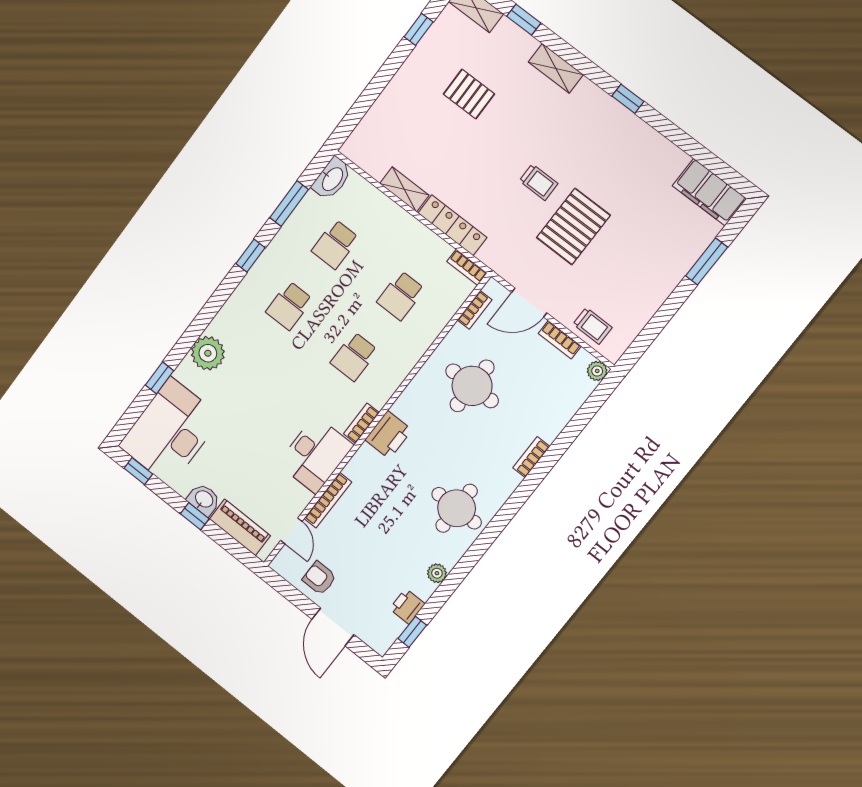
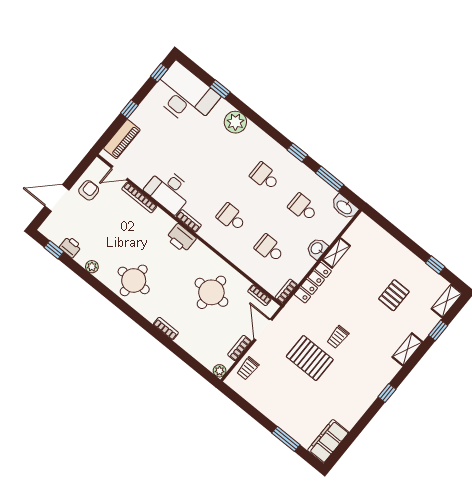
washbasin: (204, 499) -> (317, 249), moved, turned 180

